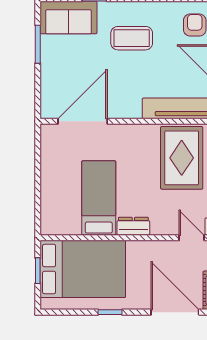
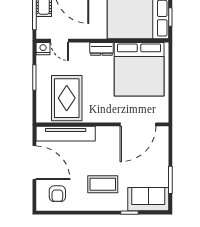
bed: (99, 198) -> (139, 69), width x2.04

